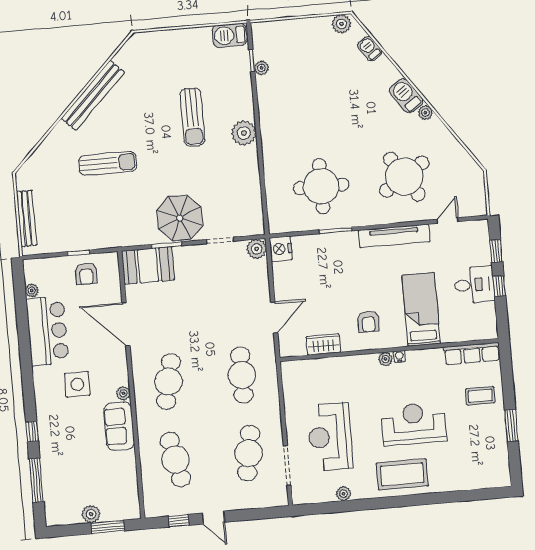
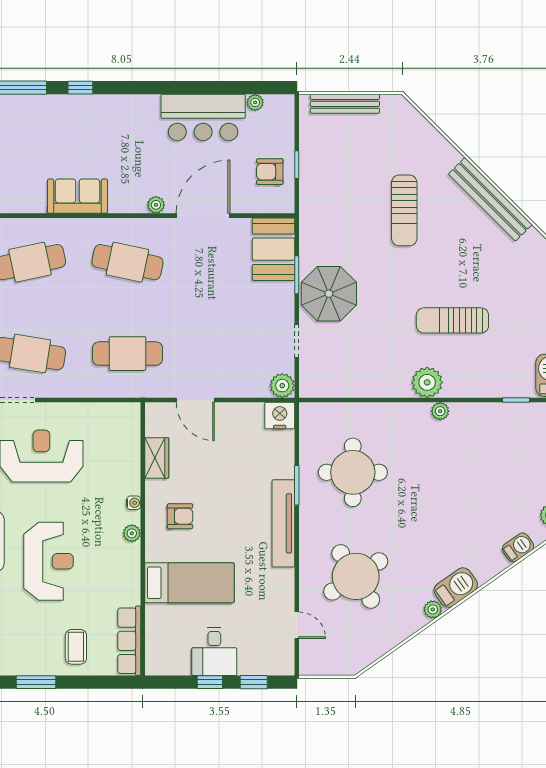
plant: (261, 68) -> (440, 411), moved
tv unit: (394, 236) -> (283, 523), moved
armchair: (368, 322) -> (180, 516), turned 180
water cooler: (399, 356) -> (134, 503), moved
side table: (77, 384) -> (134, 149), removed
plant: (123, 393) -> (156, 205), moved

